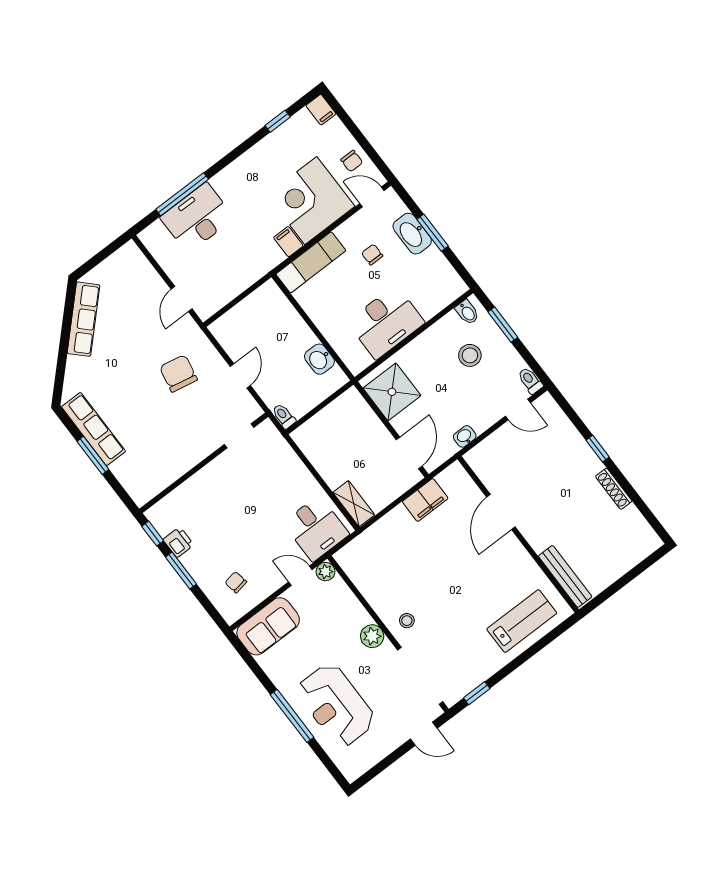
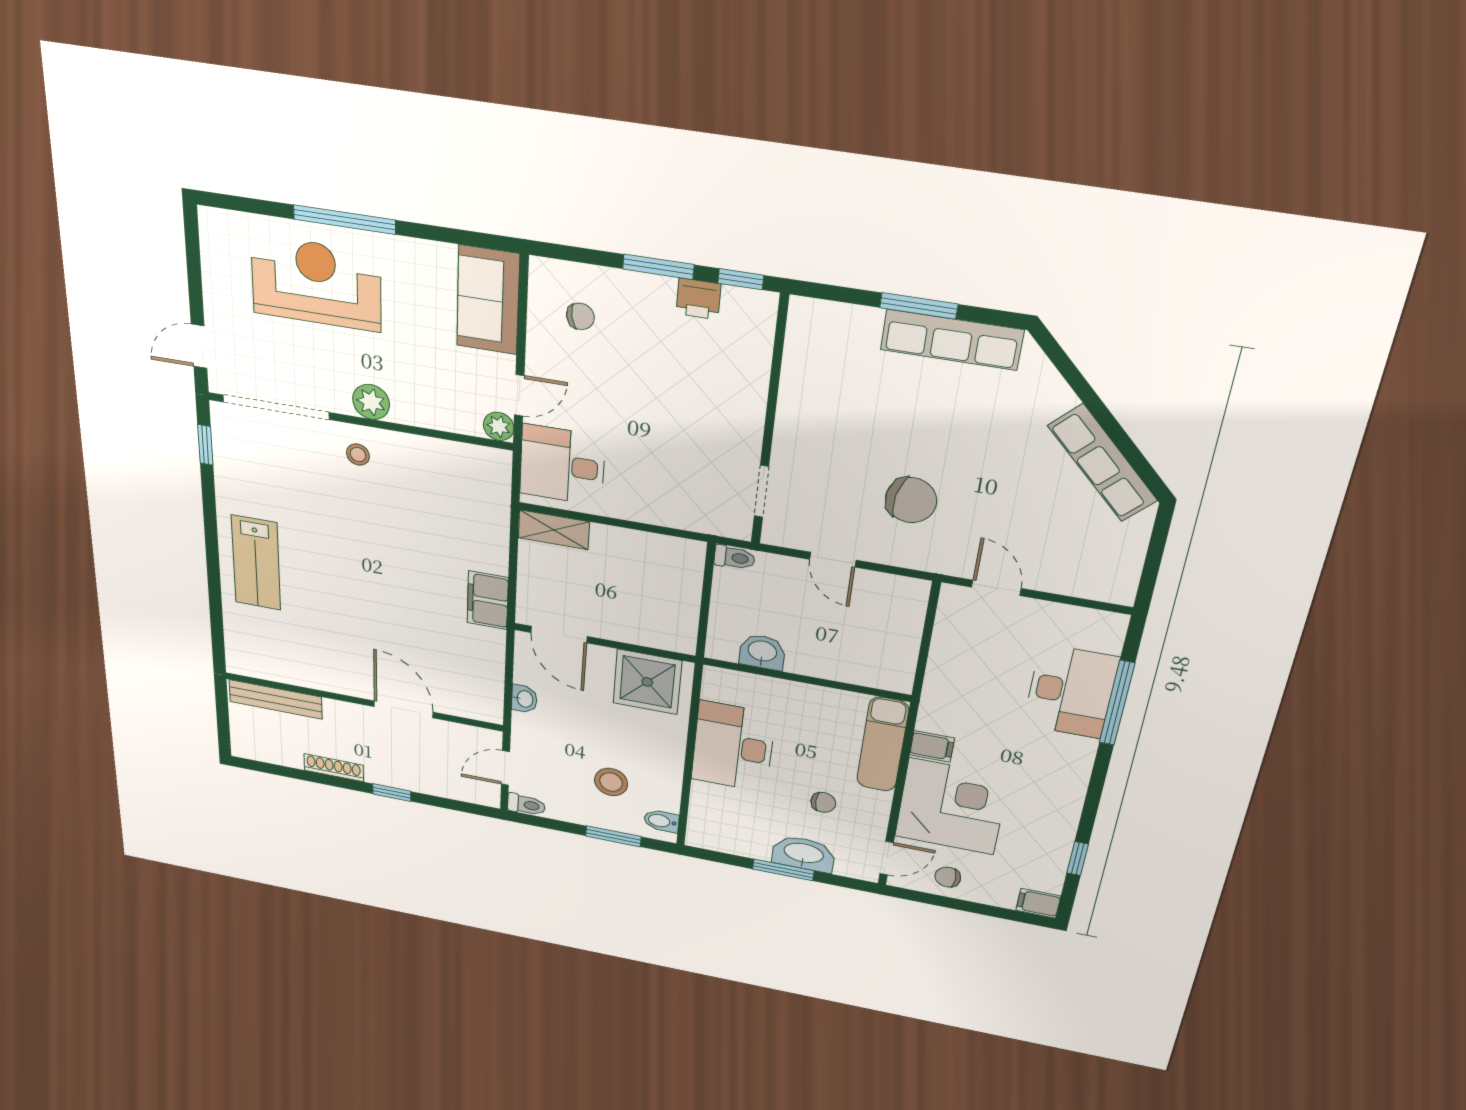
door: (501, 512) -> (403, 709), moved
wall: (518, 534) -> (363, 702), moved
bench: (565, 576) -> (276, 699), moved

